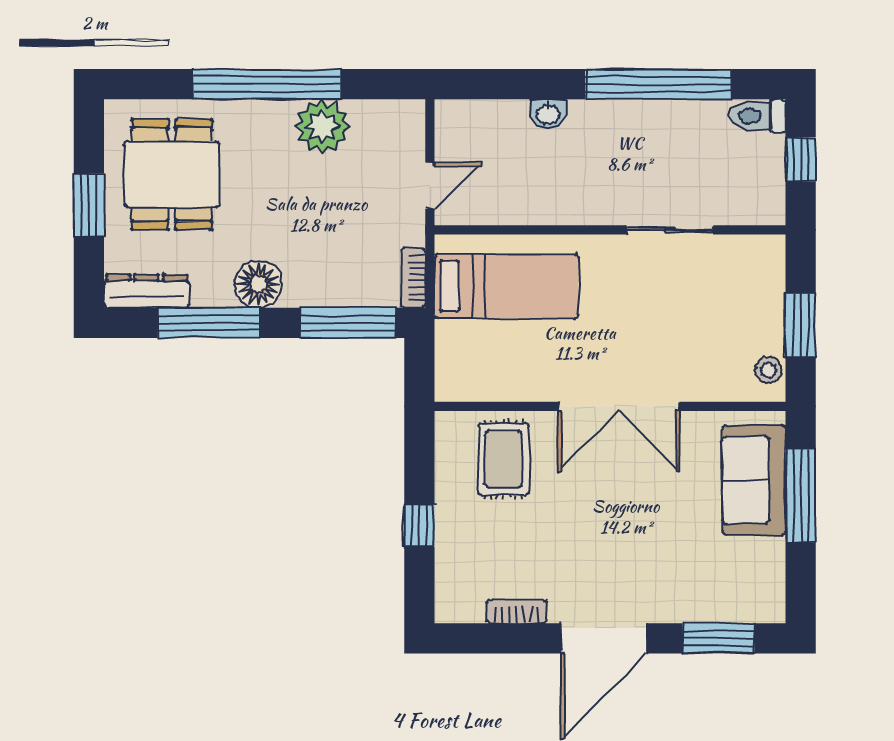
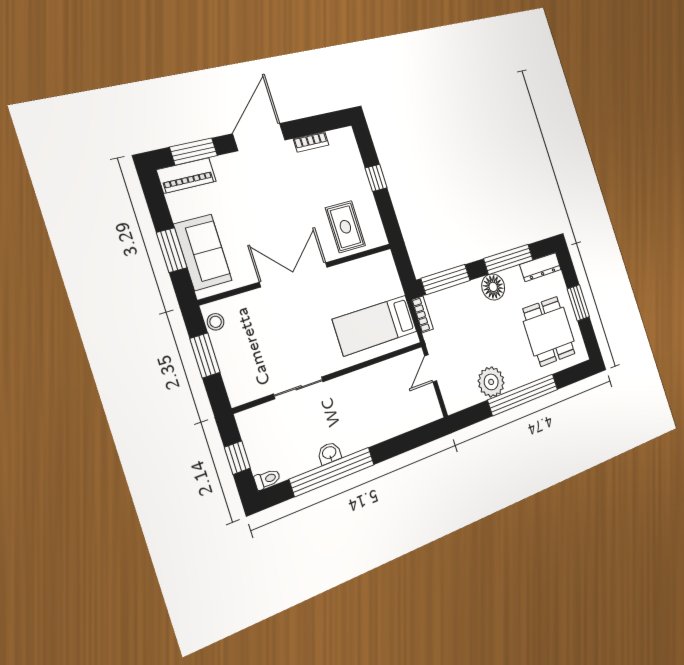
washbasin: (548, 114) -> (329, 453), moved
toilet: (758, 116) -> (267, 479), width x0.73, depth x0.72
window: (801, 496) -> (172, 250), width x0.69
piano: (742, 604) -> (186, 175), added

